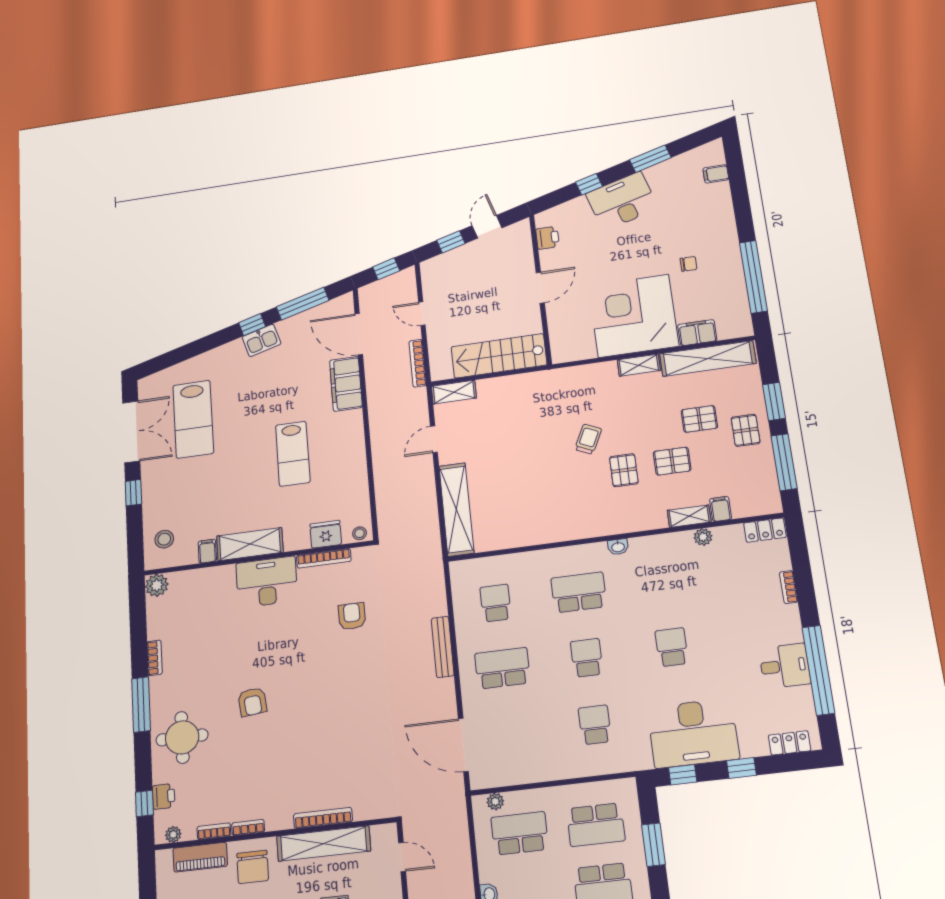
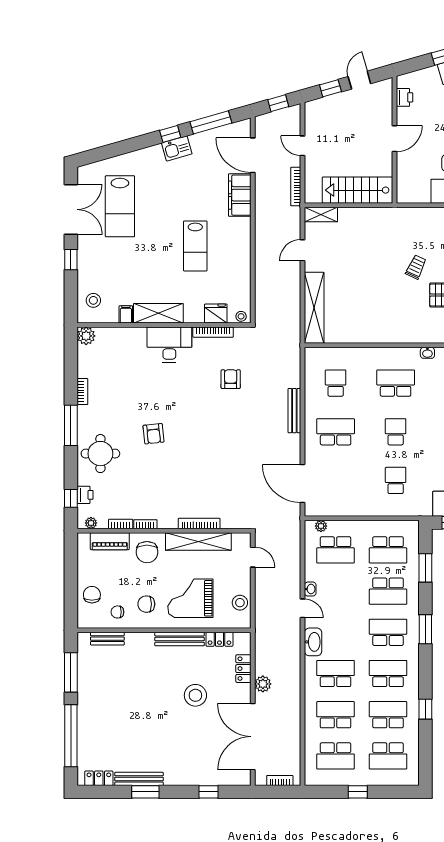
school desk: (520, 833) -> (335, 550), turned 180

